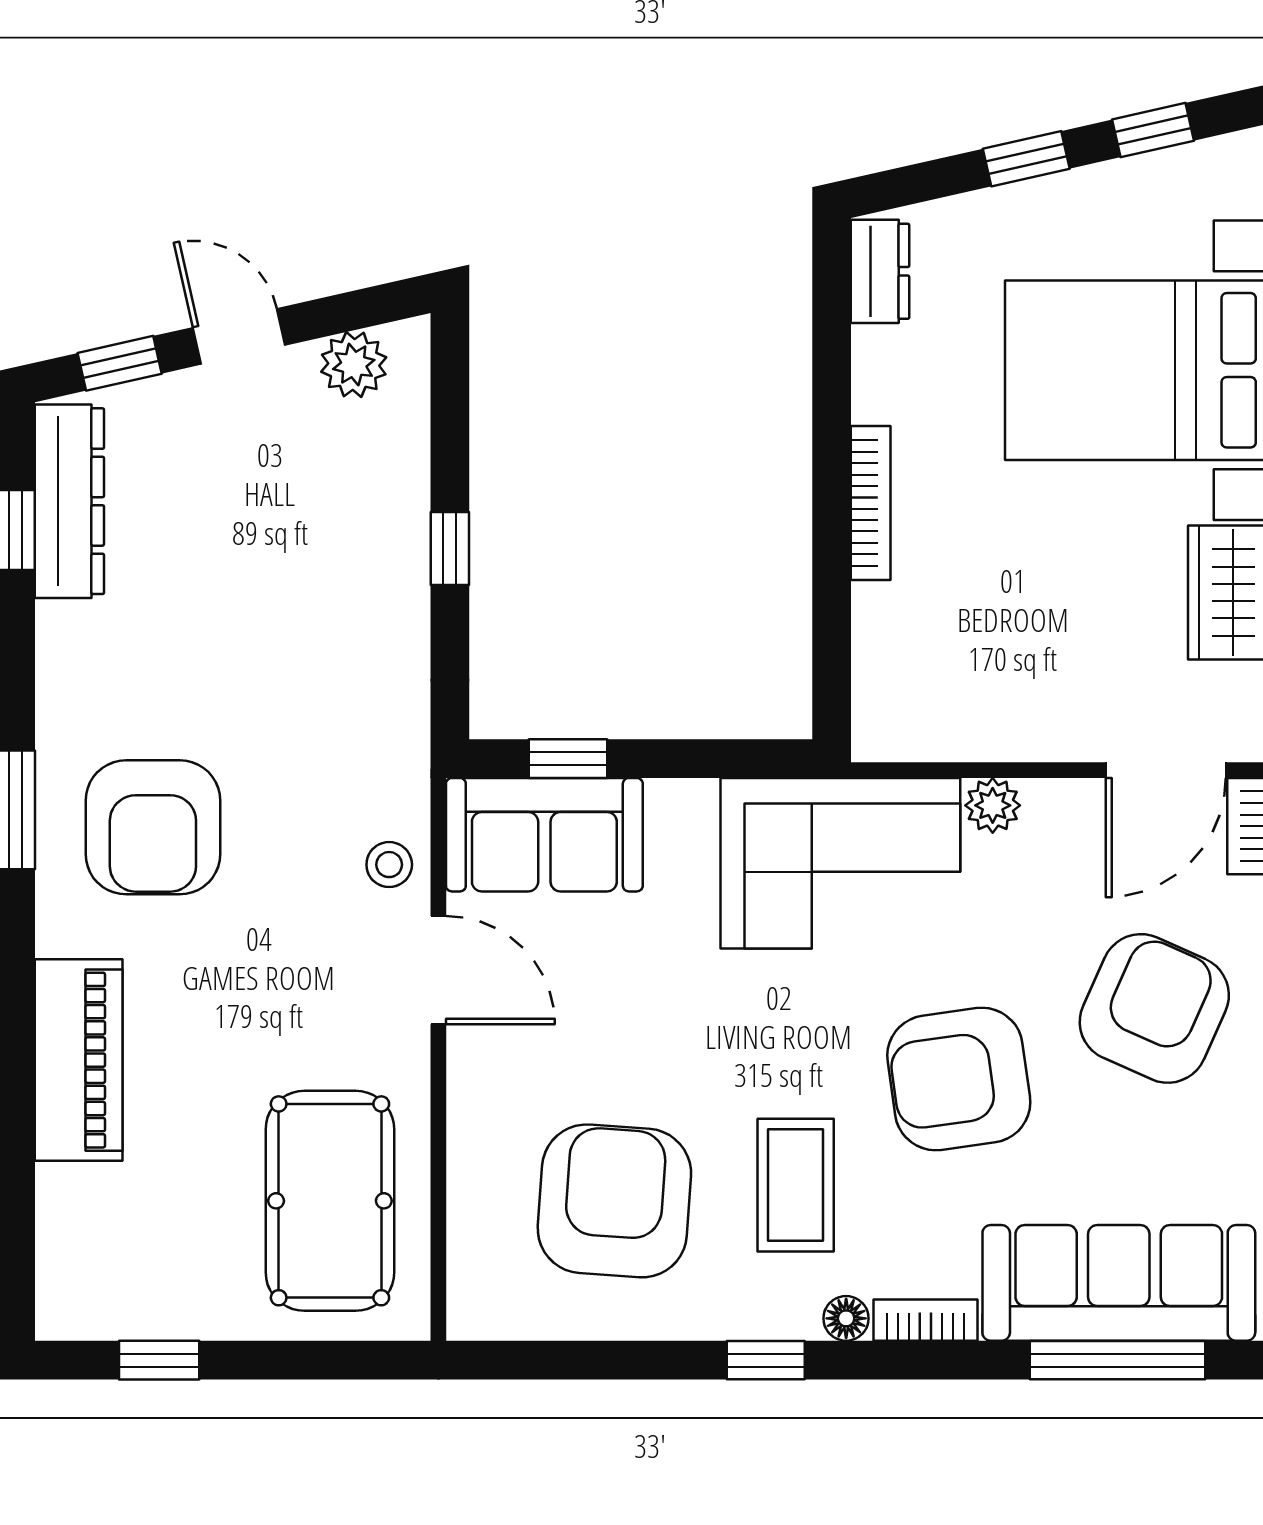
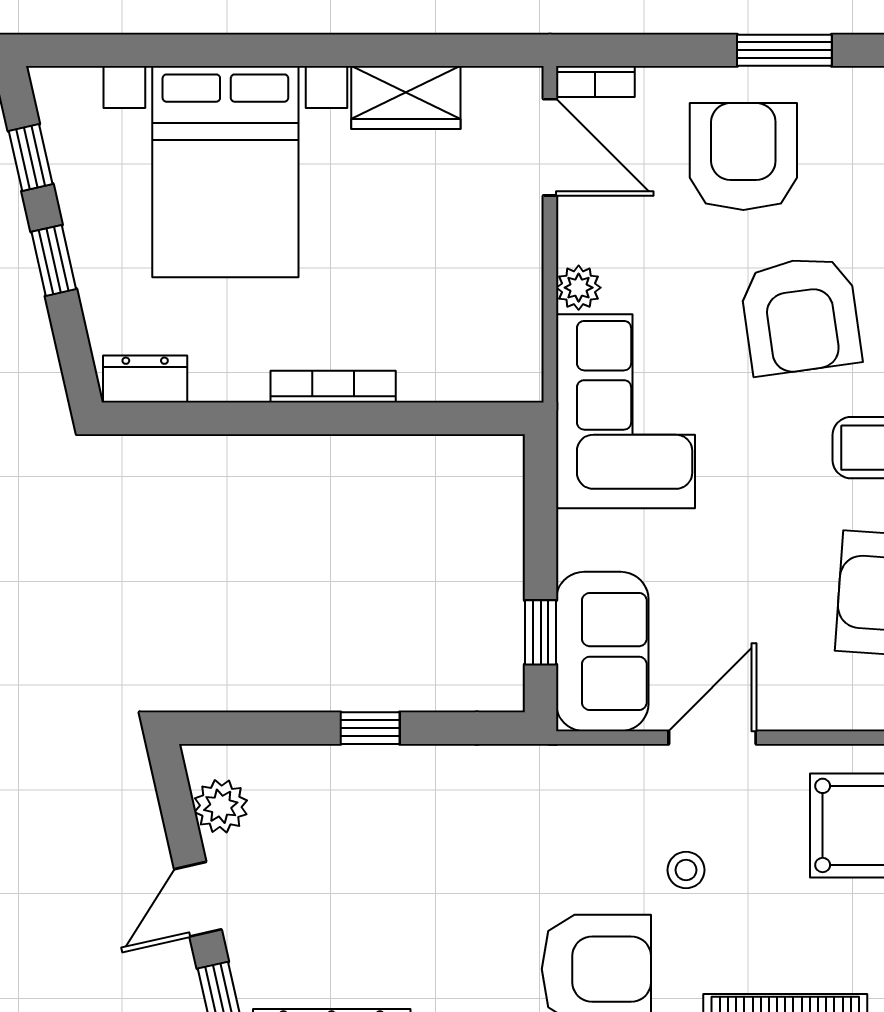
stool: (389, 865) -> (686, 870), moved
armchair: (1154, 1008) -> (743, 156), turned 66

